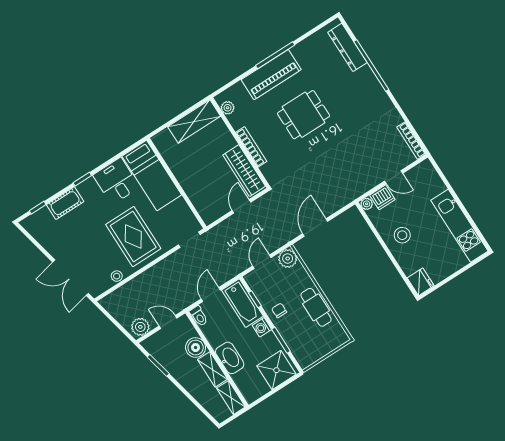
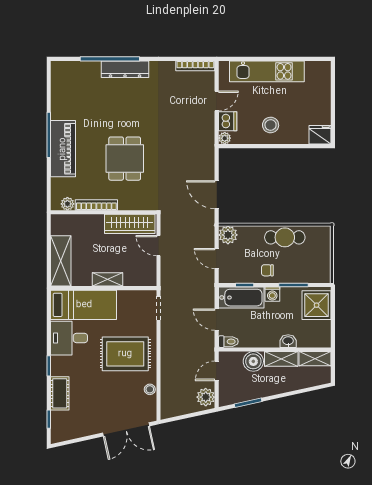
dresser: (347, 47) -> (125, 69), moved
dining table: (304, 115) -> (125, 159), moved
shelving: (194, 121) -> (61, 261), moved
bookcase: (251, 147) -> (96, 205), moved
shelving: (186, 182) -> (108, 279), added
kitchen unit: (459, 226) -> (267, 71), moved
washbasin: (230, 358) -> (288, 341), width x0.52, depth x0.69

